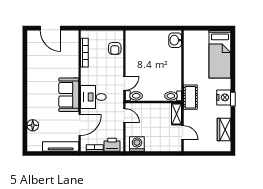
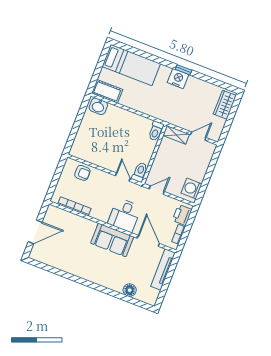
cot: (190, 97) -> (107, 91), moved
wardrobe: (224, 129) -> (225, 105), moved, turned 90

